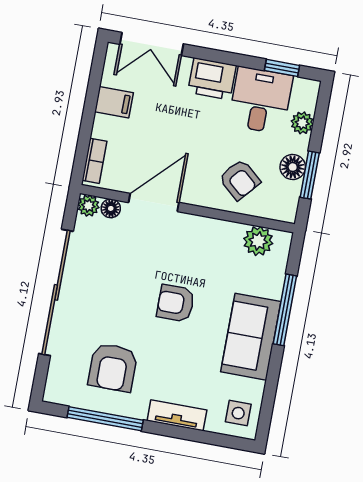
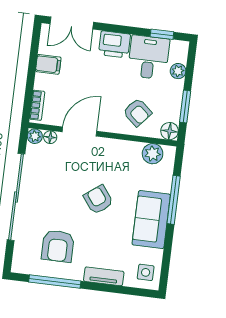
floor lamp: (293, 167) -> (170, 131), moved
armchair: (176, 303) -> (98, 200), turned 53

